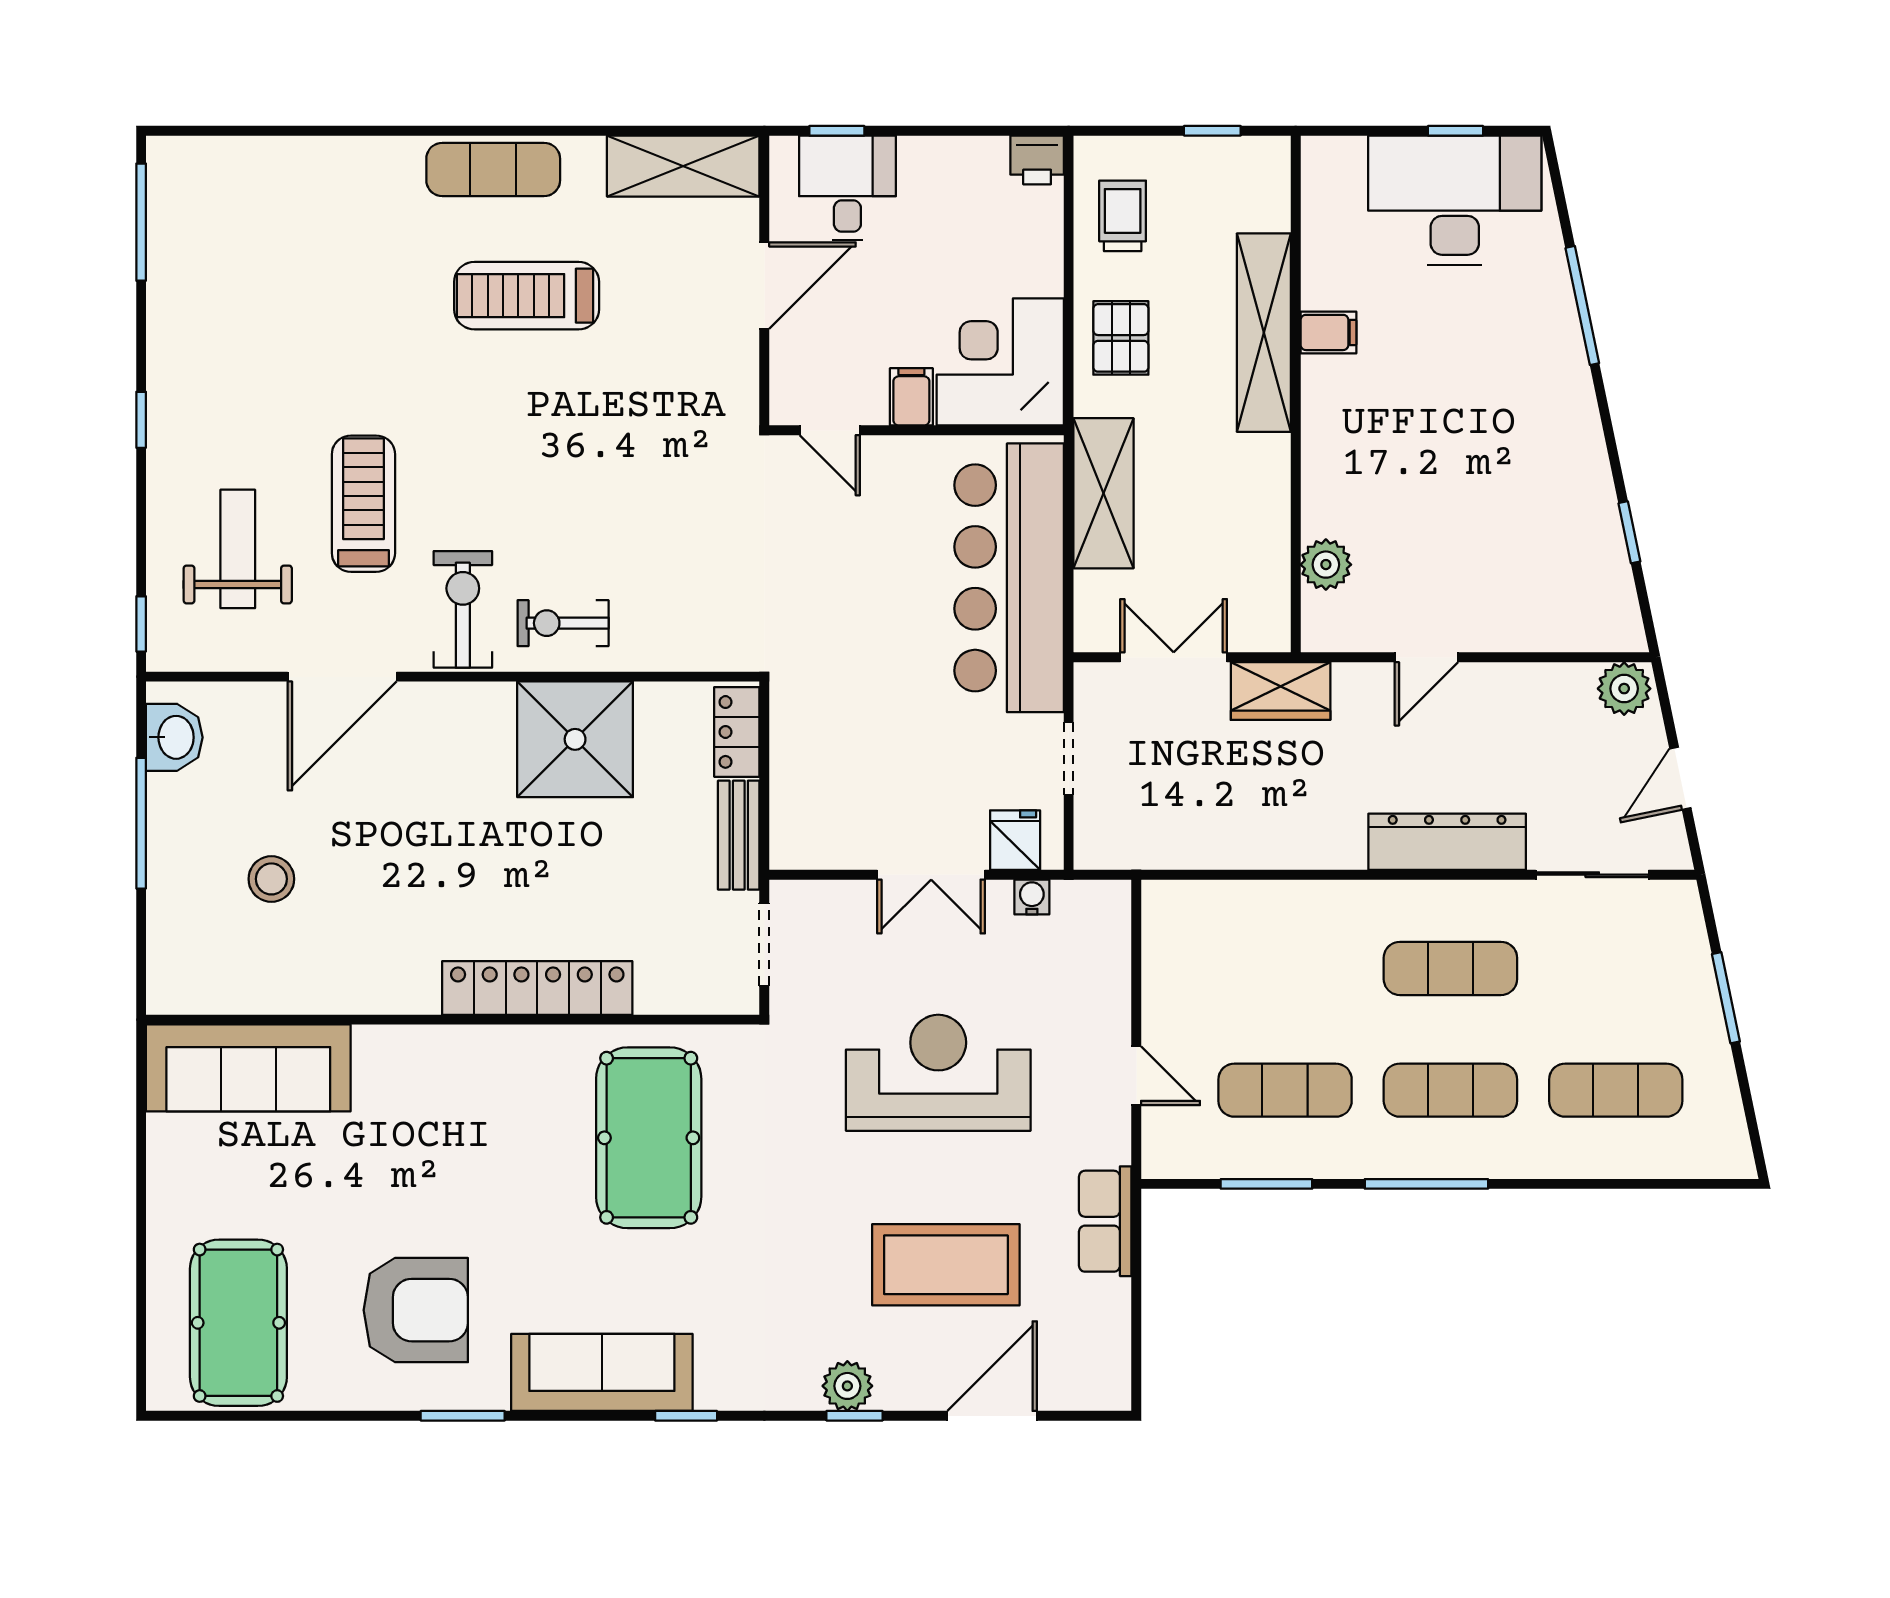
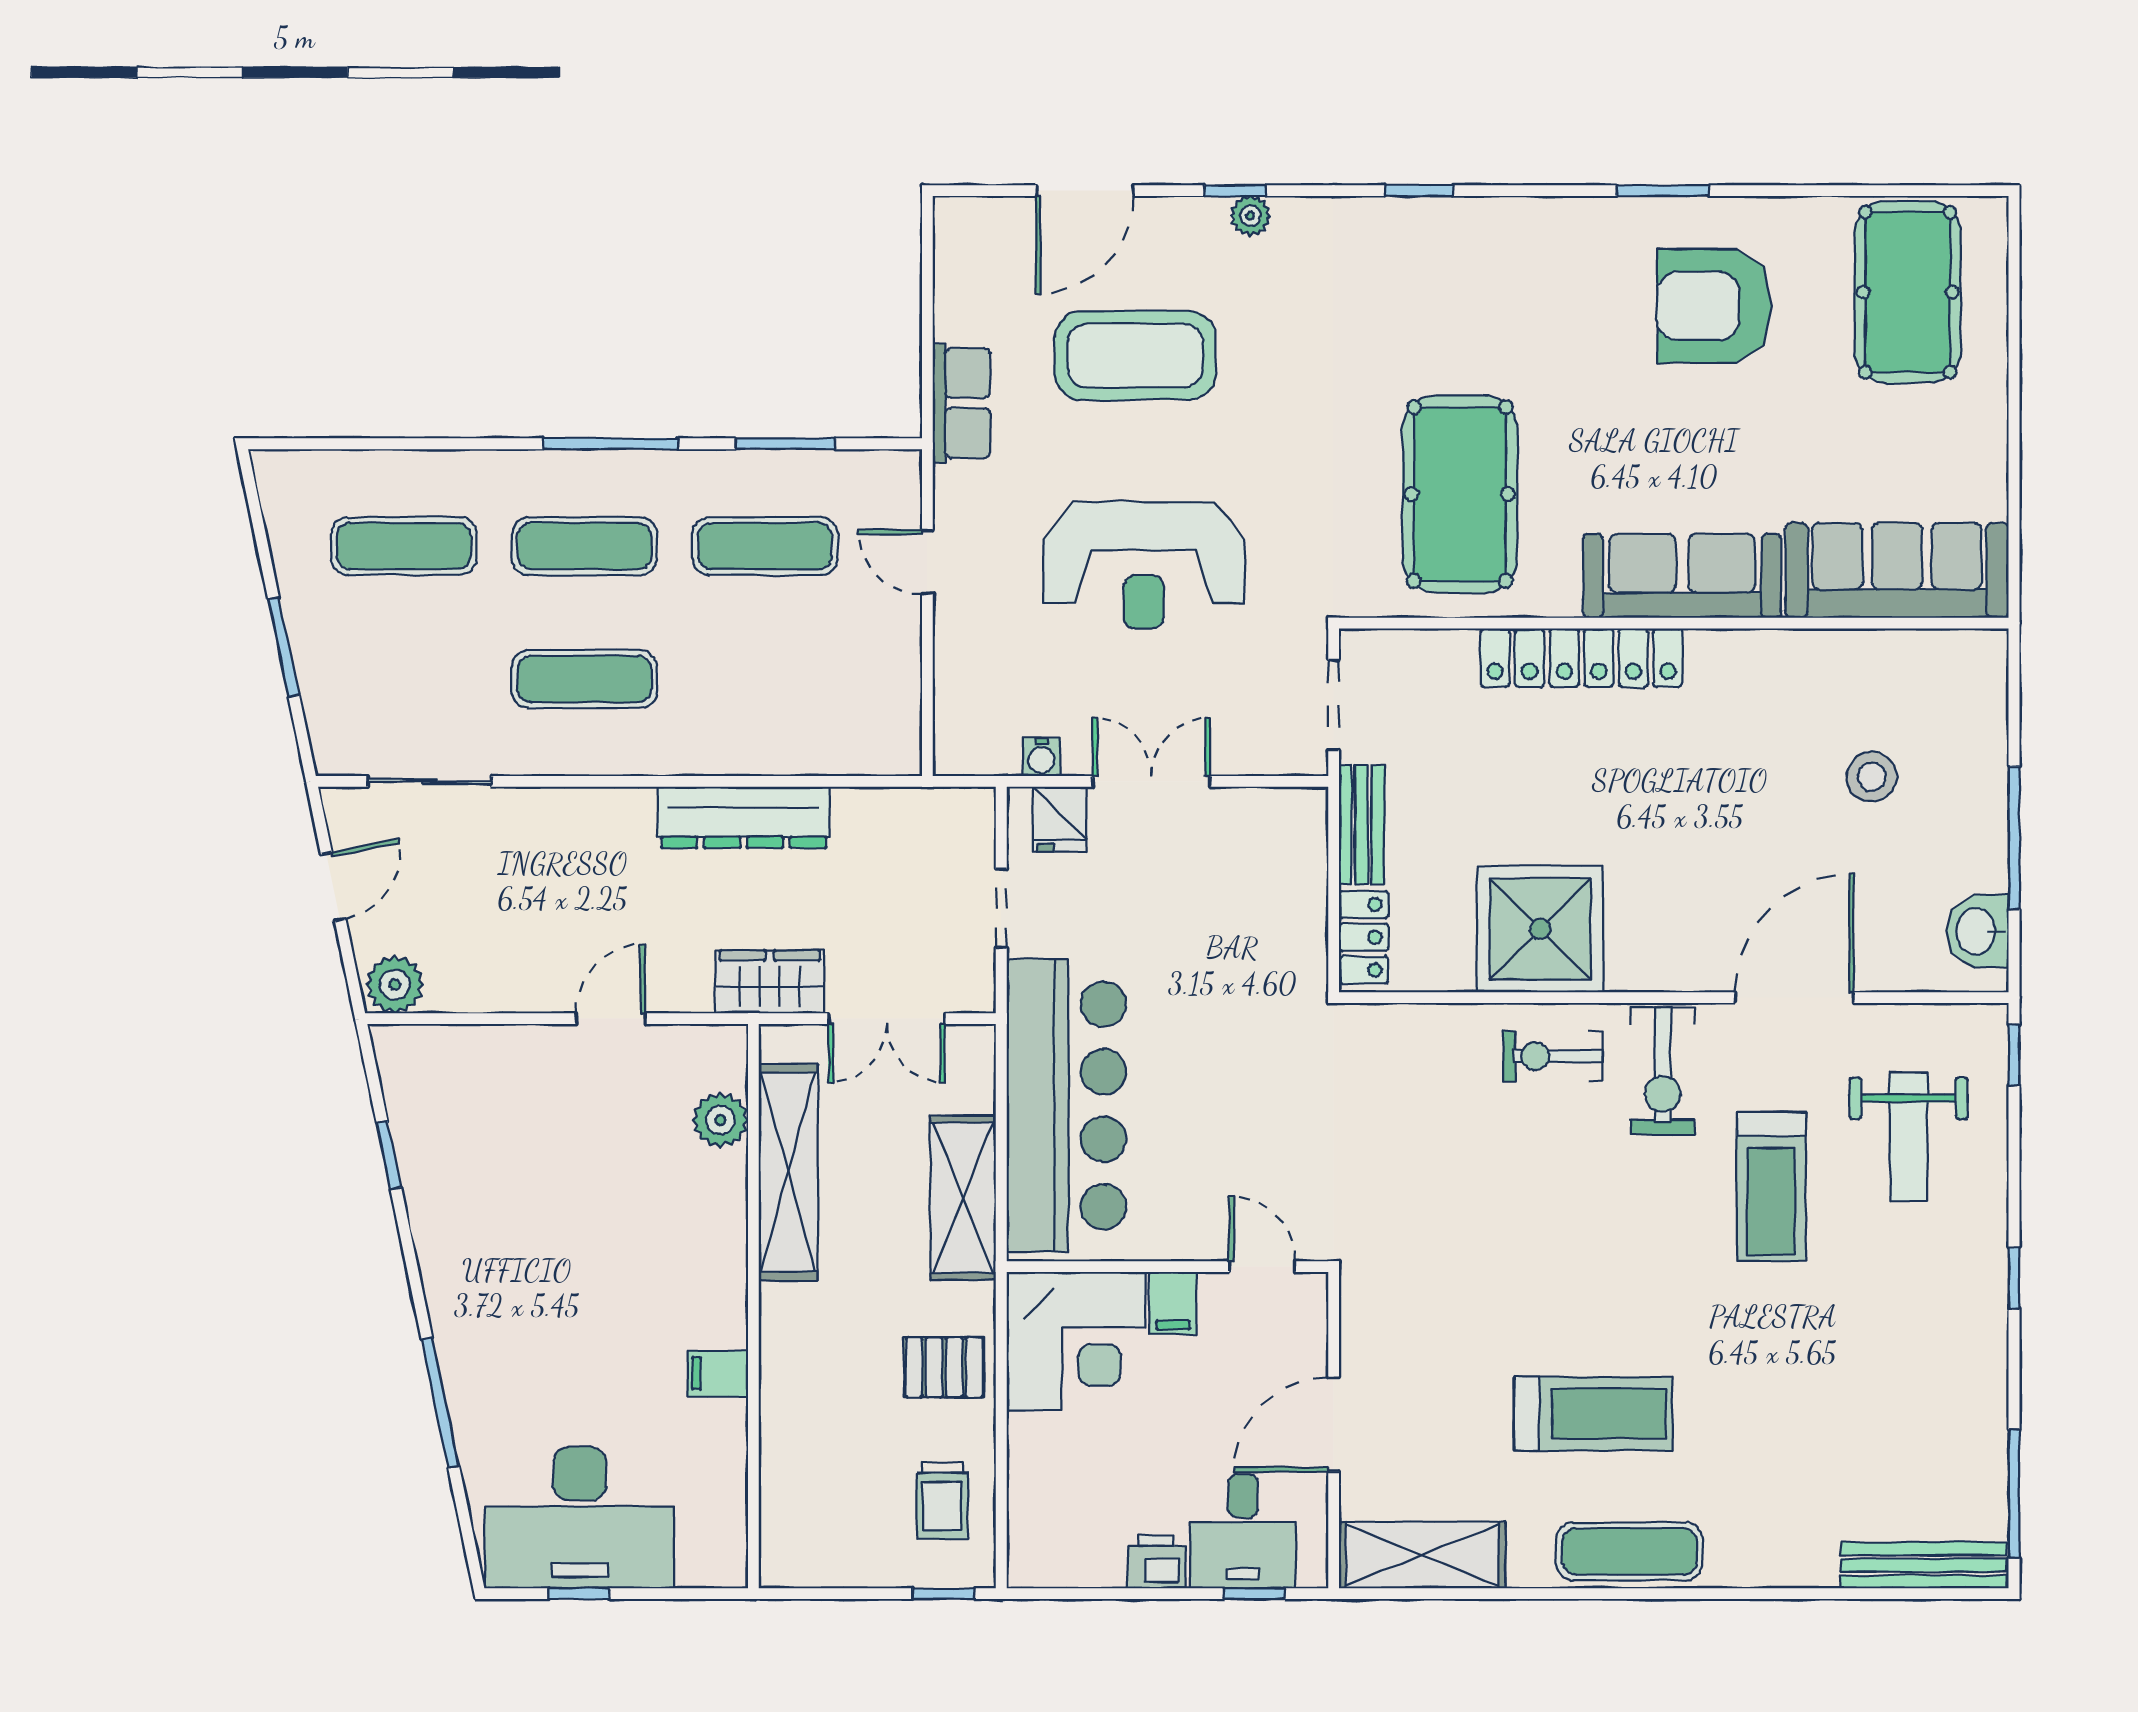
window: (1212, 131) -> (944, 1594), moved
bench: (224, 157) -> (1923, 1565), added
printer: (1037, 160) -> (1156, 1562), moved
shelving: (1264, 333) -> (788, 1172), moved
pallet: (1121, 338) -> (944, 1367), turned 90
exercise bike: (563, 623) -> (1553, 1056), turned 180
dresser: (1447, 842) -> (744, 817), moved
sofa: (602, 1372) -> (1682, 576), moved, turned 180
plant: (847, 1386) -> (1250, 216), width x0.73, depth x0.73

